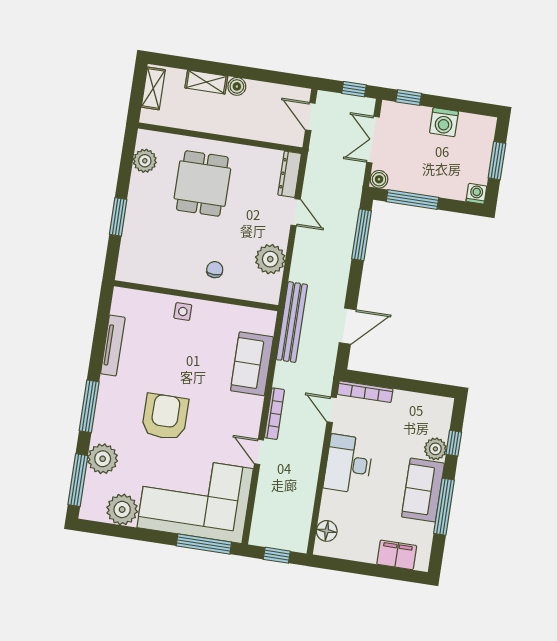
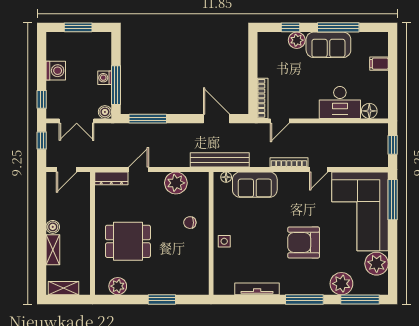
washing machine: (476, 194) -> (105, 78), moved
floor lamp: (268, 327) -> (226, 177), added
desk: (348, 464) -> (340, 103), moved
filing cabinet: (397, 555) -> (379, 64), width x0.50

